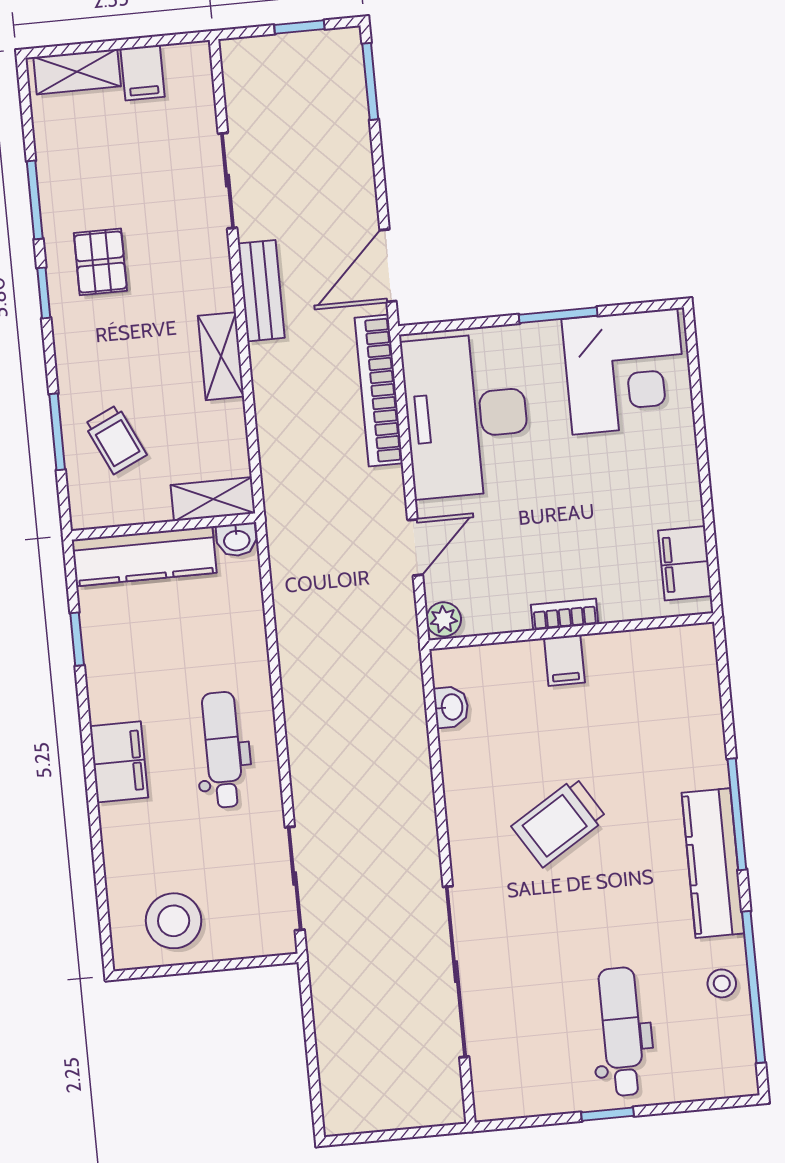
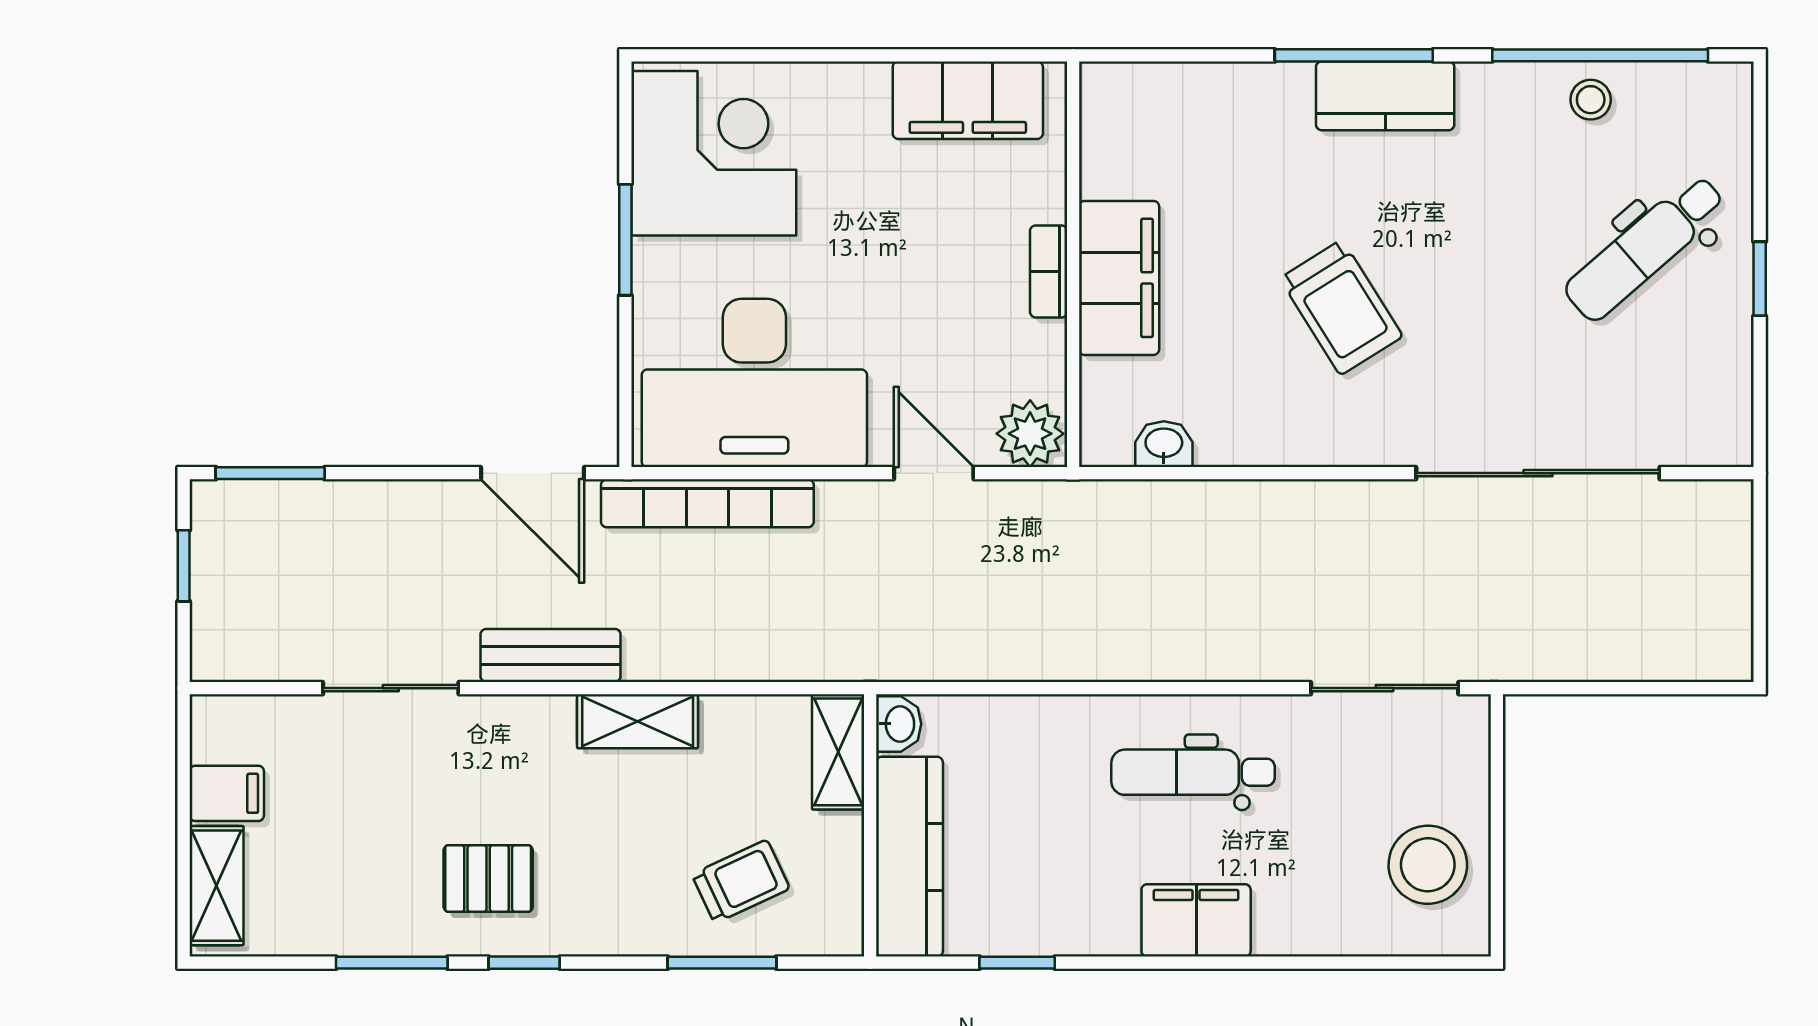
filing cabinet: (685, 563) -> (968, 100), width x1.50, depth x1.17
plant: (444, 619) -> (1030, 434), width x1.38, depth x1.38
filing cabinet: (564, 660) -> (1119, 278), width x3.00, depth x1.17
kitchen counter: (713, 863) -> (1385, 96), width x0.67
dental chair: (622, 1032) -> (1645, 248), turned -41

